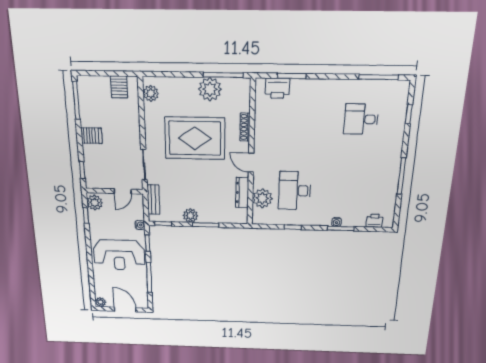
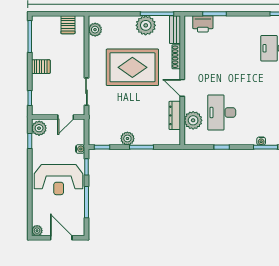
bench: (153, 200) -> (175, 30), moved

